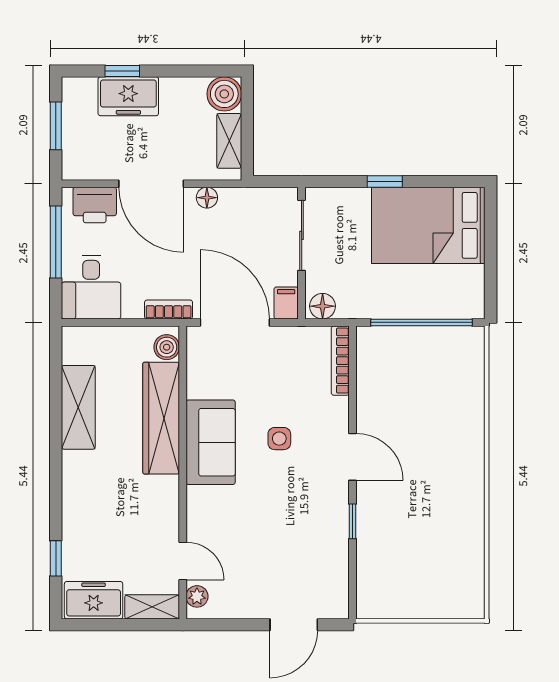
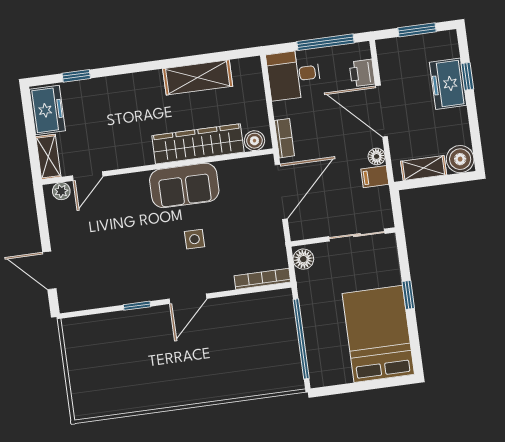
door: (151, 184) -> (382, 111), hinge flipped
printer: (95, 205) -> (362, 73), width x0.73, depth x0.81
filing cabinet: (286, 303) -> (375, 177), moved, turned 180

